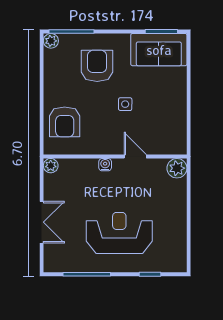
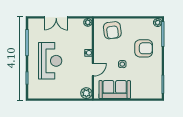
sofa: (159, 50) -> (115, 90), moved, turned 90
armchair: (65, 122) -> (112, 30), turned -97

